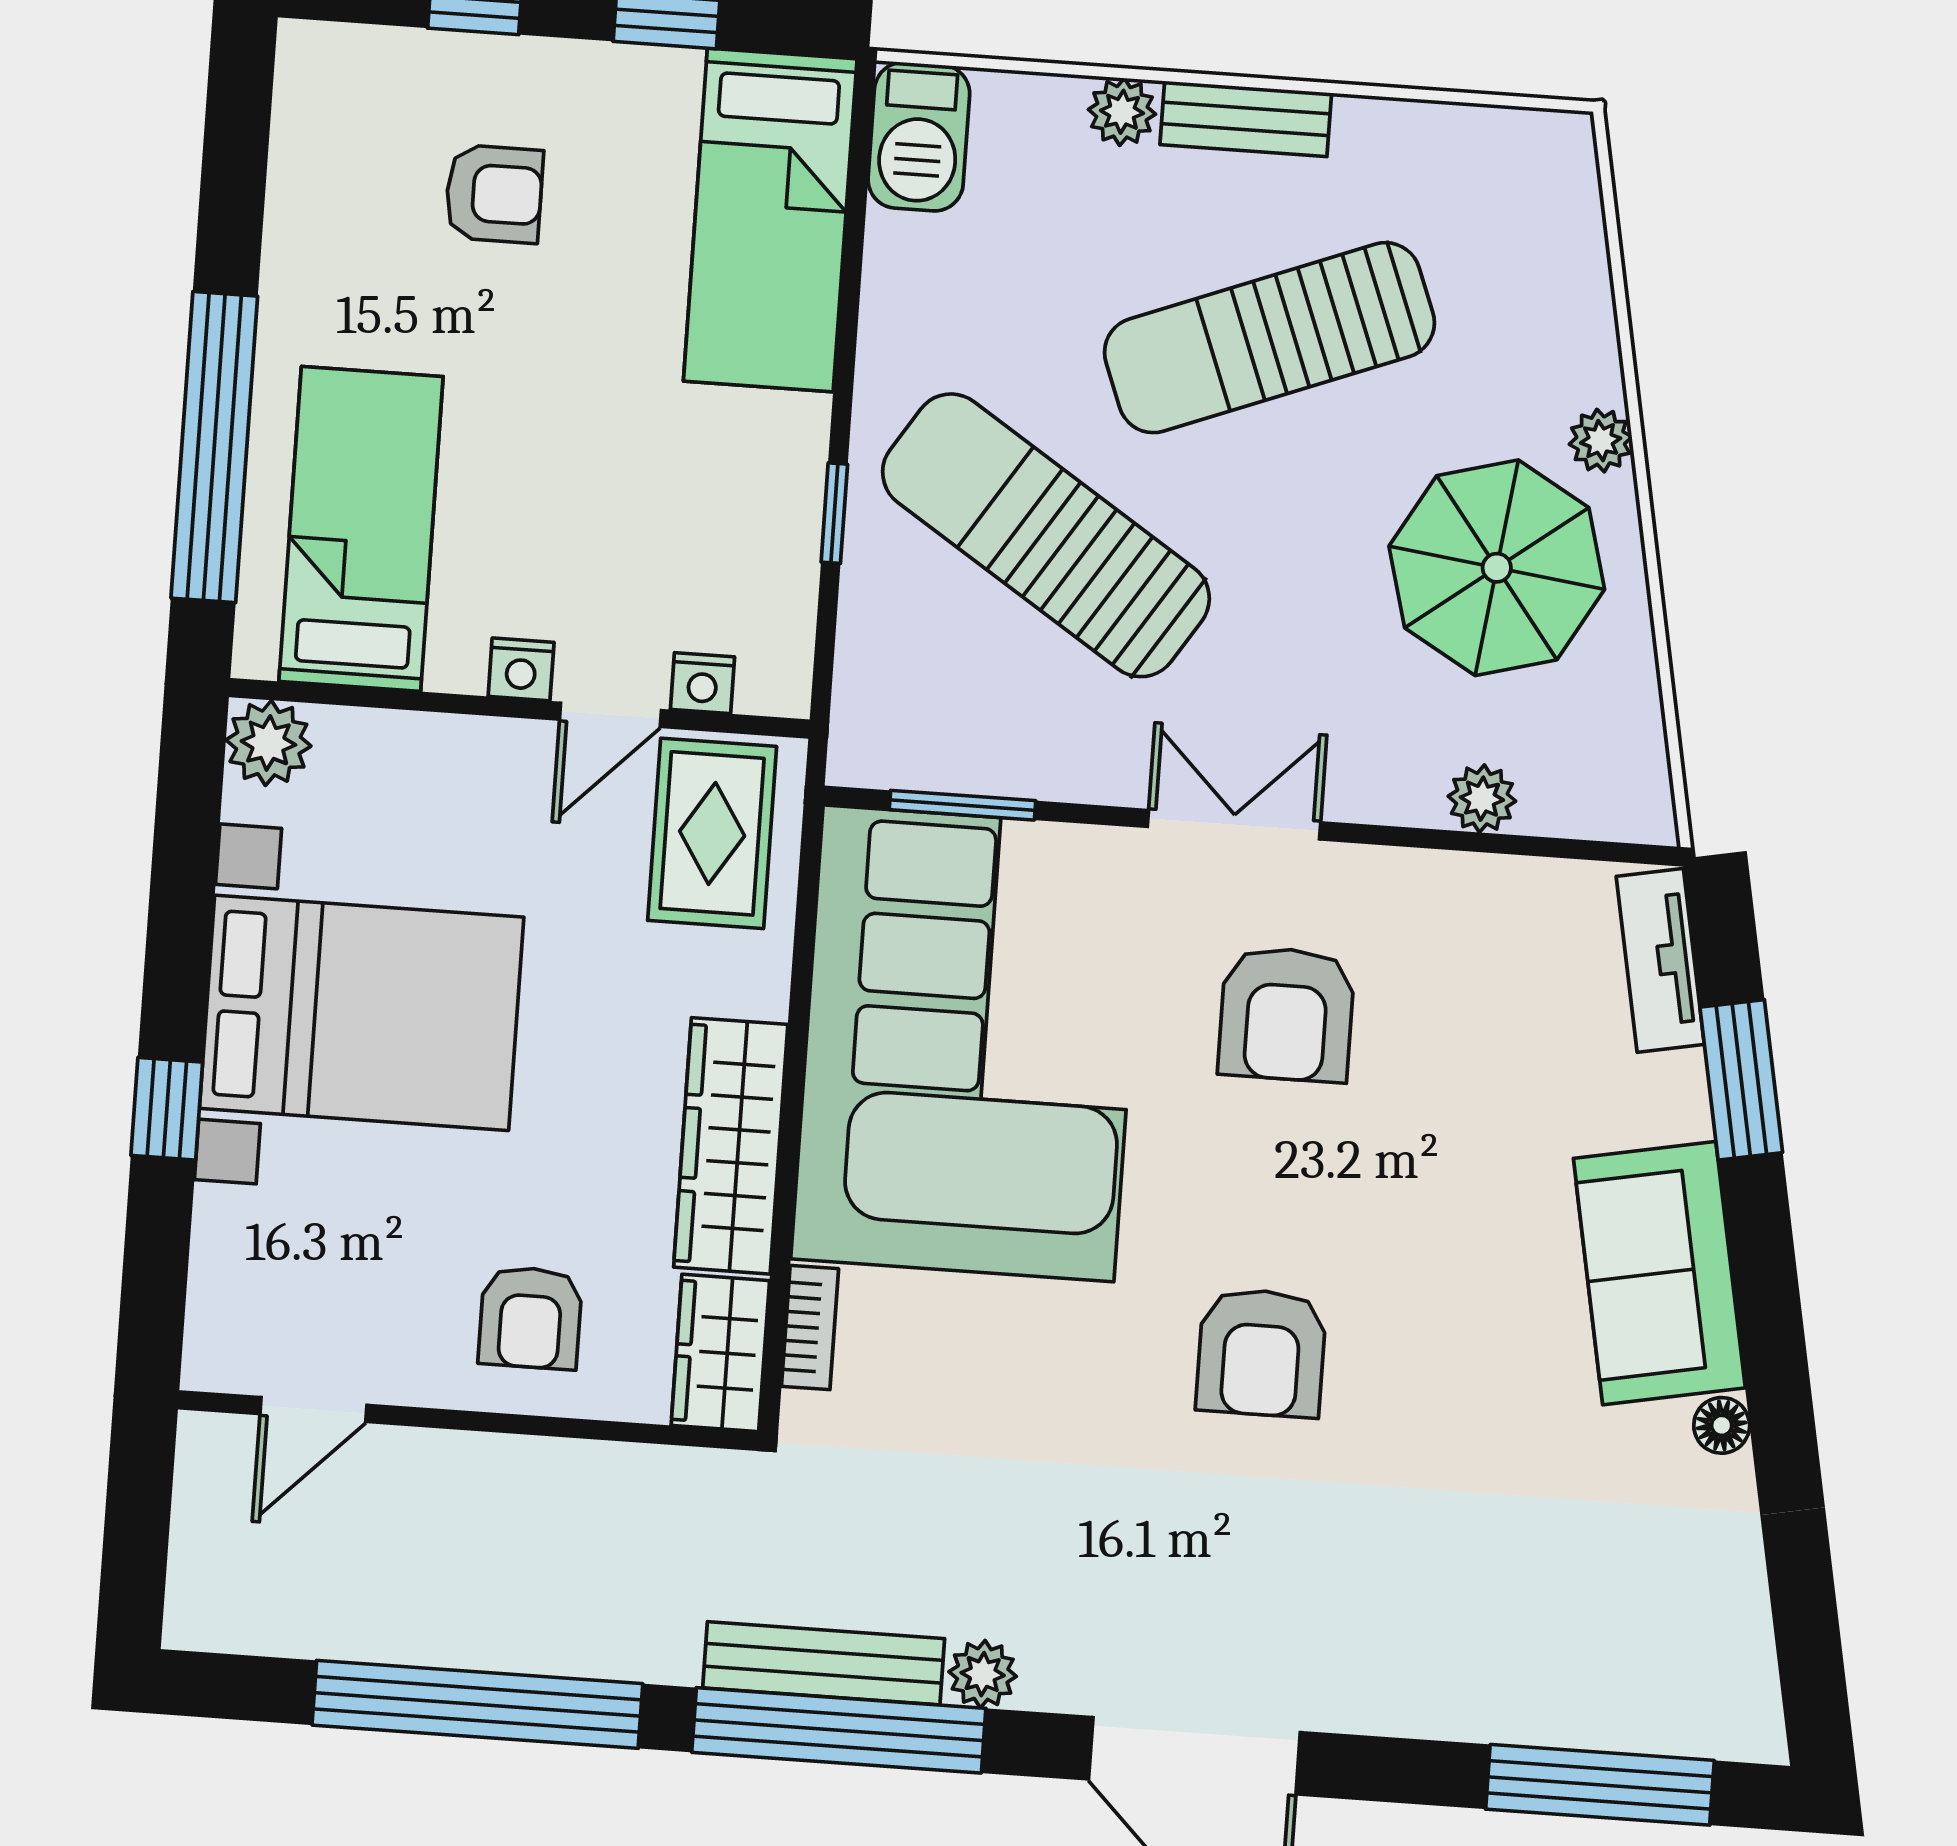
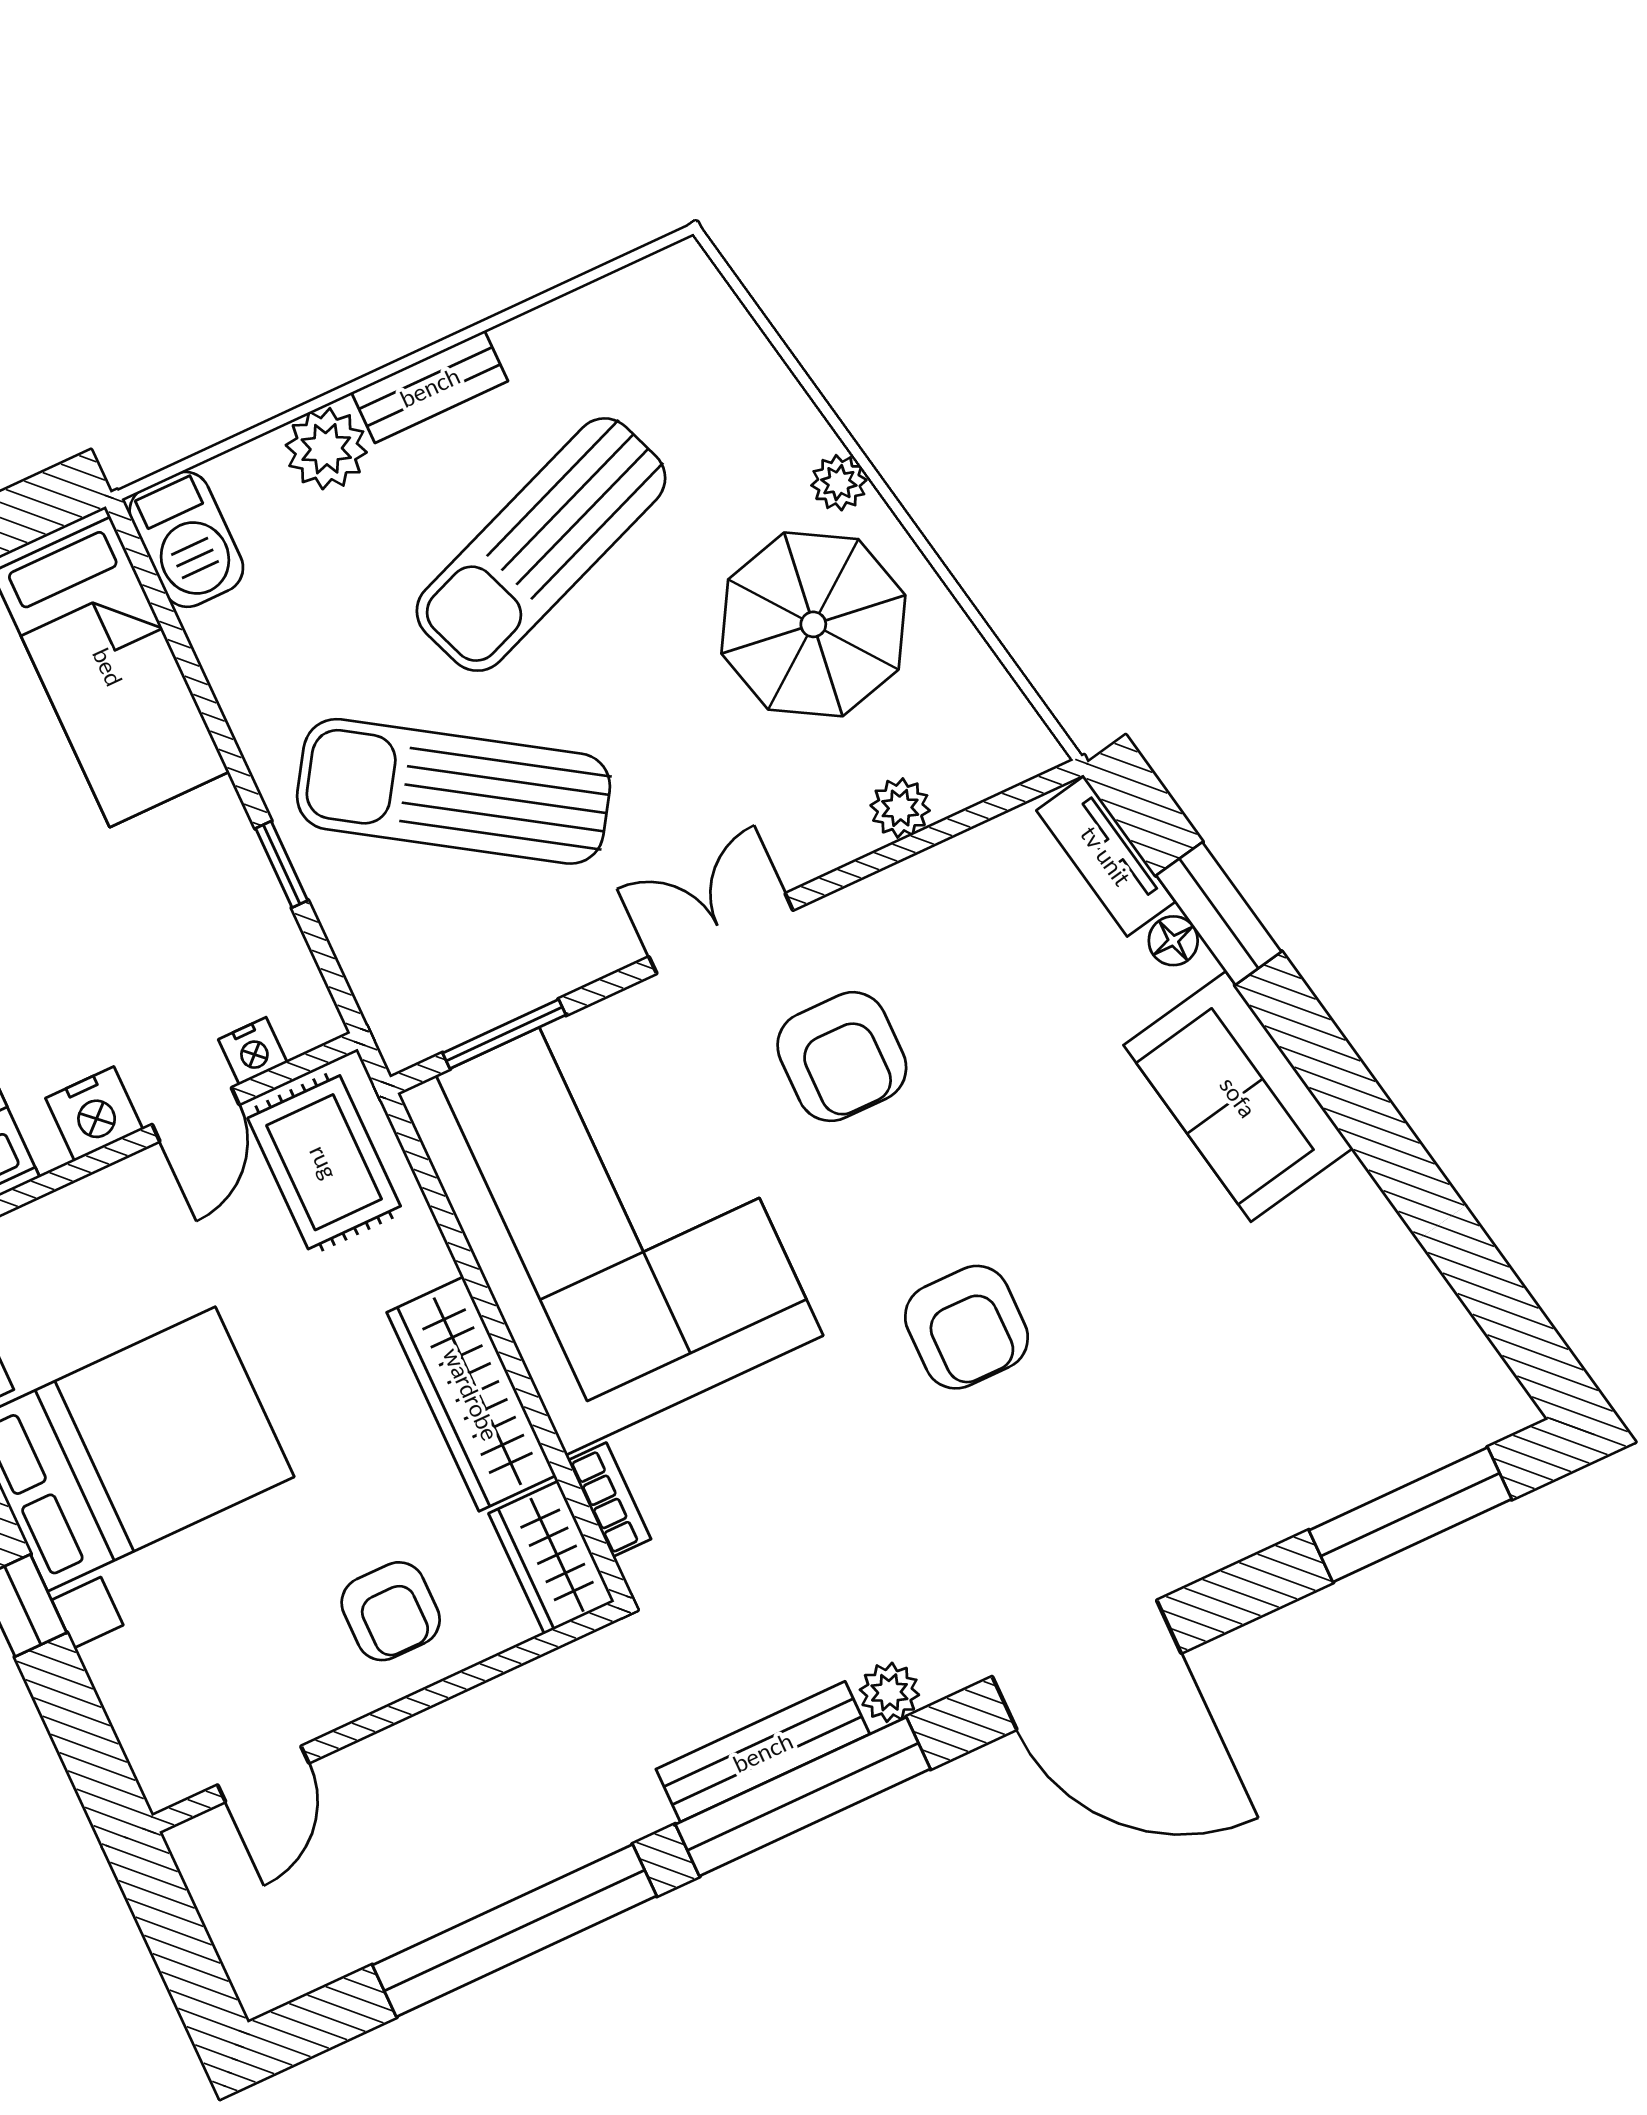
plant: (1122, 112) -> (326, 449), width x1.38, depth x1.38
nightstand: (521, 669) -> (94, 1114), width x1.39, depth x1.35
floor lamp: (1722, 1425) -> (1173, 941), moved

